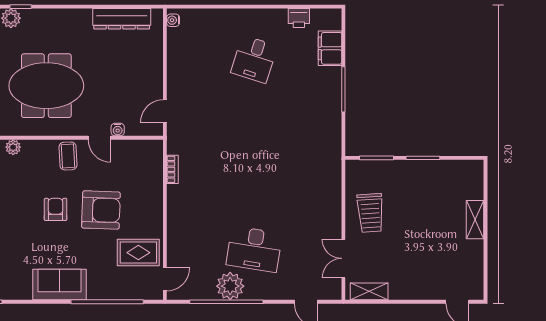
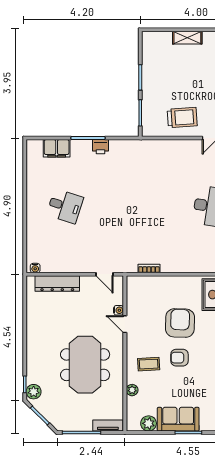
printer: (299, 18) -> (100, 147), moved, turned 90
dresser: (122, 19) -> (57, 283), moved, turned 90
door: (99, 138) -> (125, 324), swing flipped
coffee table: (68, 156) -> (149, 364), moved

